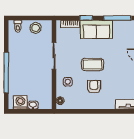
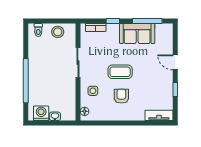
sofa: (96, 29) -> (137, 34), moved

